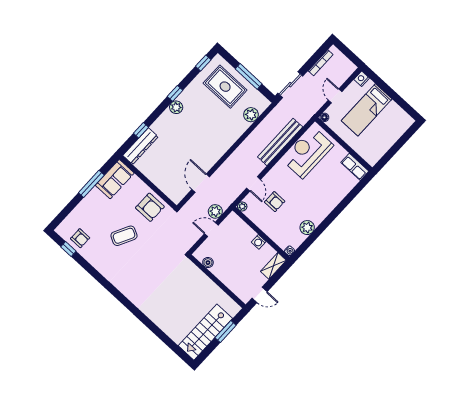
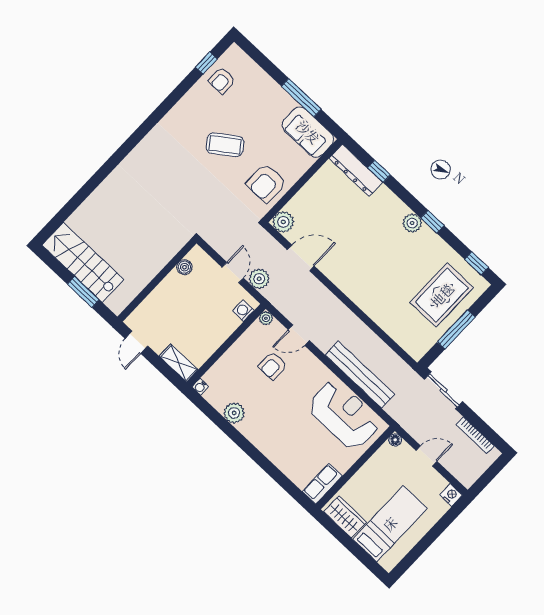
bed: (367, 110) -> (390, 524), moved, turned 90
plant: (251, 115) -> (283, 222), moved
wardrobe: (377, 151) -> (345, 517), added
coffee table: (124, 236) -> (225, 145), turned -63
washing machine: (259, 242) -> (243, 311), moved

